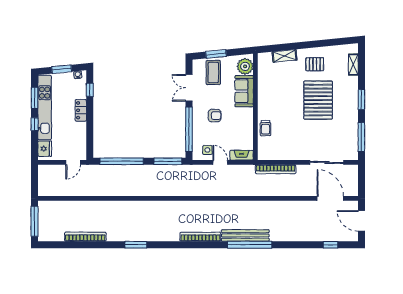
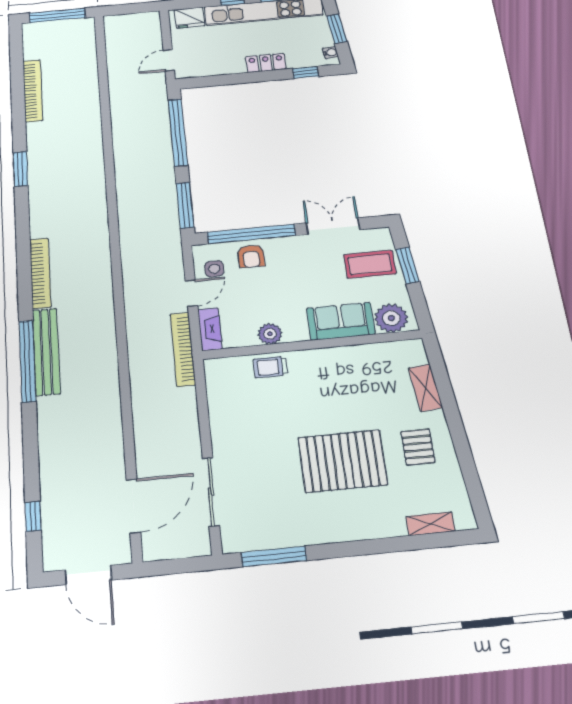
window: (361, 100) -> (357, 548), removed
armchair: (215, 116) -> (251, 256), moved
plant: (247, 126) -> (270, 334), added
door: (73, 162) -> (169, 60), hinge flipped
bookcase: (276, 169) -> (183, 349), moved
door: (361, 221) -> (88, 575), swing flipped

